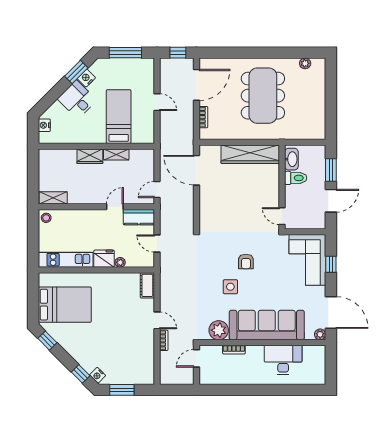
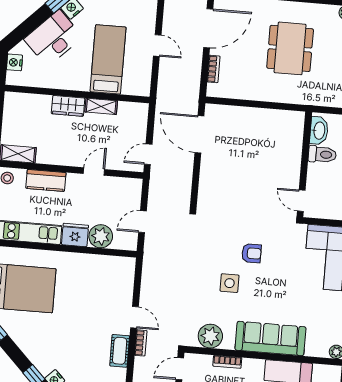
dining table: (263, 96) -> (290, 48), width x0.73, depth x0.80
desk: (77, 99) -> (53, 38), width x1.37
wardrobe: (250, 154) -> (268, 120), removed
kitchen counter: (139, 217) -> (46, 180), moved
door: (157, 243) -> (142, 222), hinge flipped
armchair: (246, 261) -> (252, 253), turned -90
plant: (120, 262) -> (101, 236), width x1.88, depth x1.88
cot: (147, 285) -> (120, 351), moved
sofa: (267, 325) -> (270, 339), width x0.74, depth x0.79

